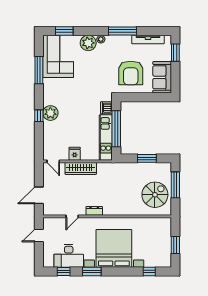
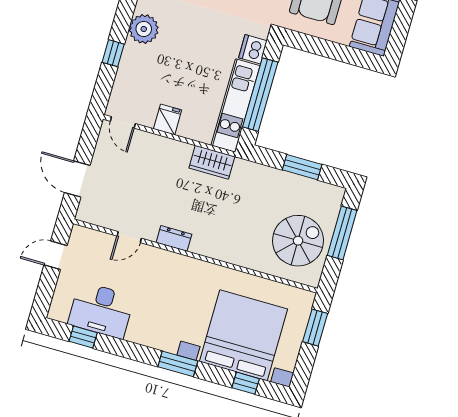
window: (39, 116) -> (113, 53), moved
wardrobe: (81, 168) -> (212, 162), moved, width x0.67
door: (39, 195) -> (77, 179), hinge flipped
window: (175, 245) -> (315, 328), moved
bed with nightstands: (114, 248) -> (244, 335), moved
window: (92, 271) -> (178, 364), moved

